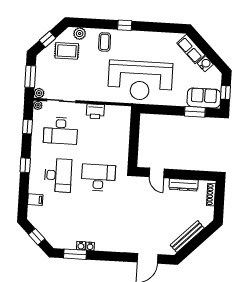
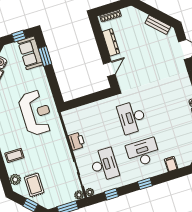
reception desk: (140, 81) -> (36, 113), width x0.74, depth x0.77
bench: (187, 237) -> (158, 25), width x0.73

